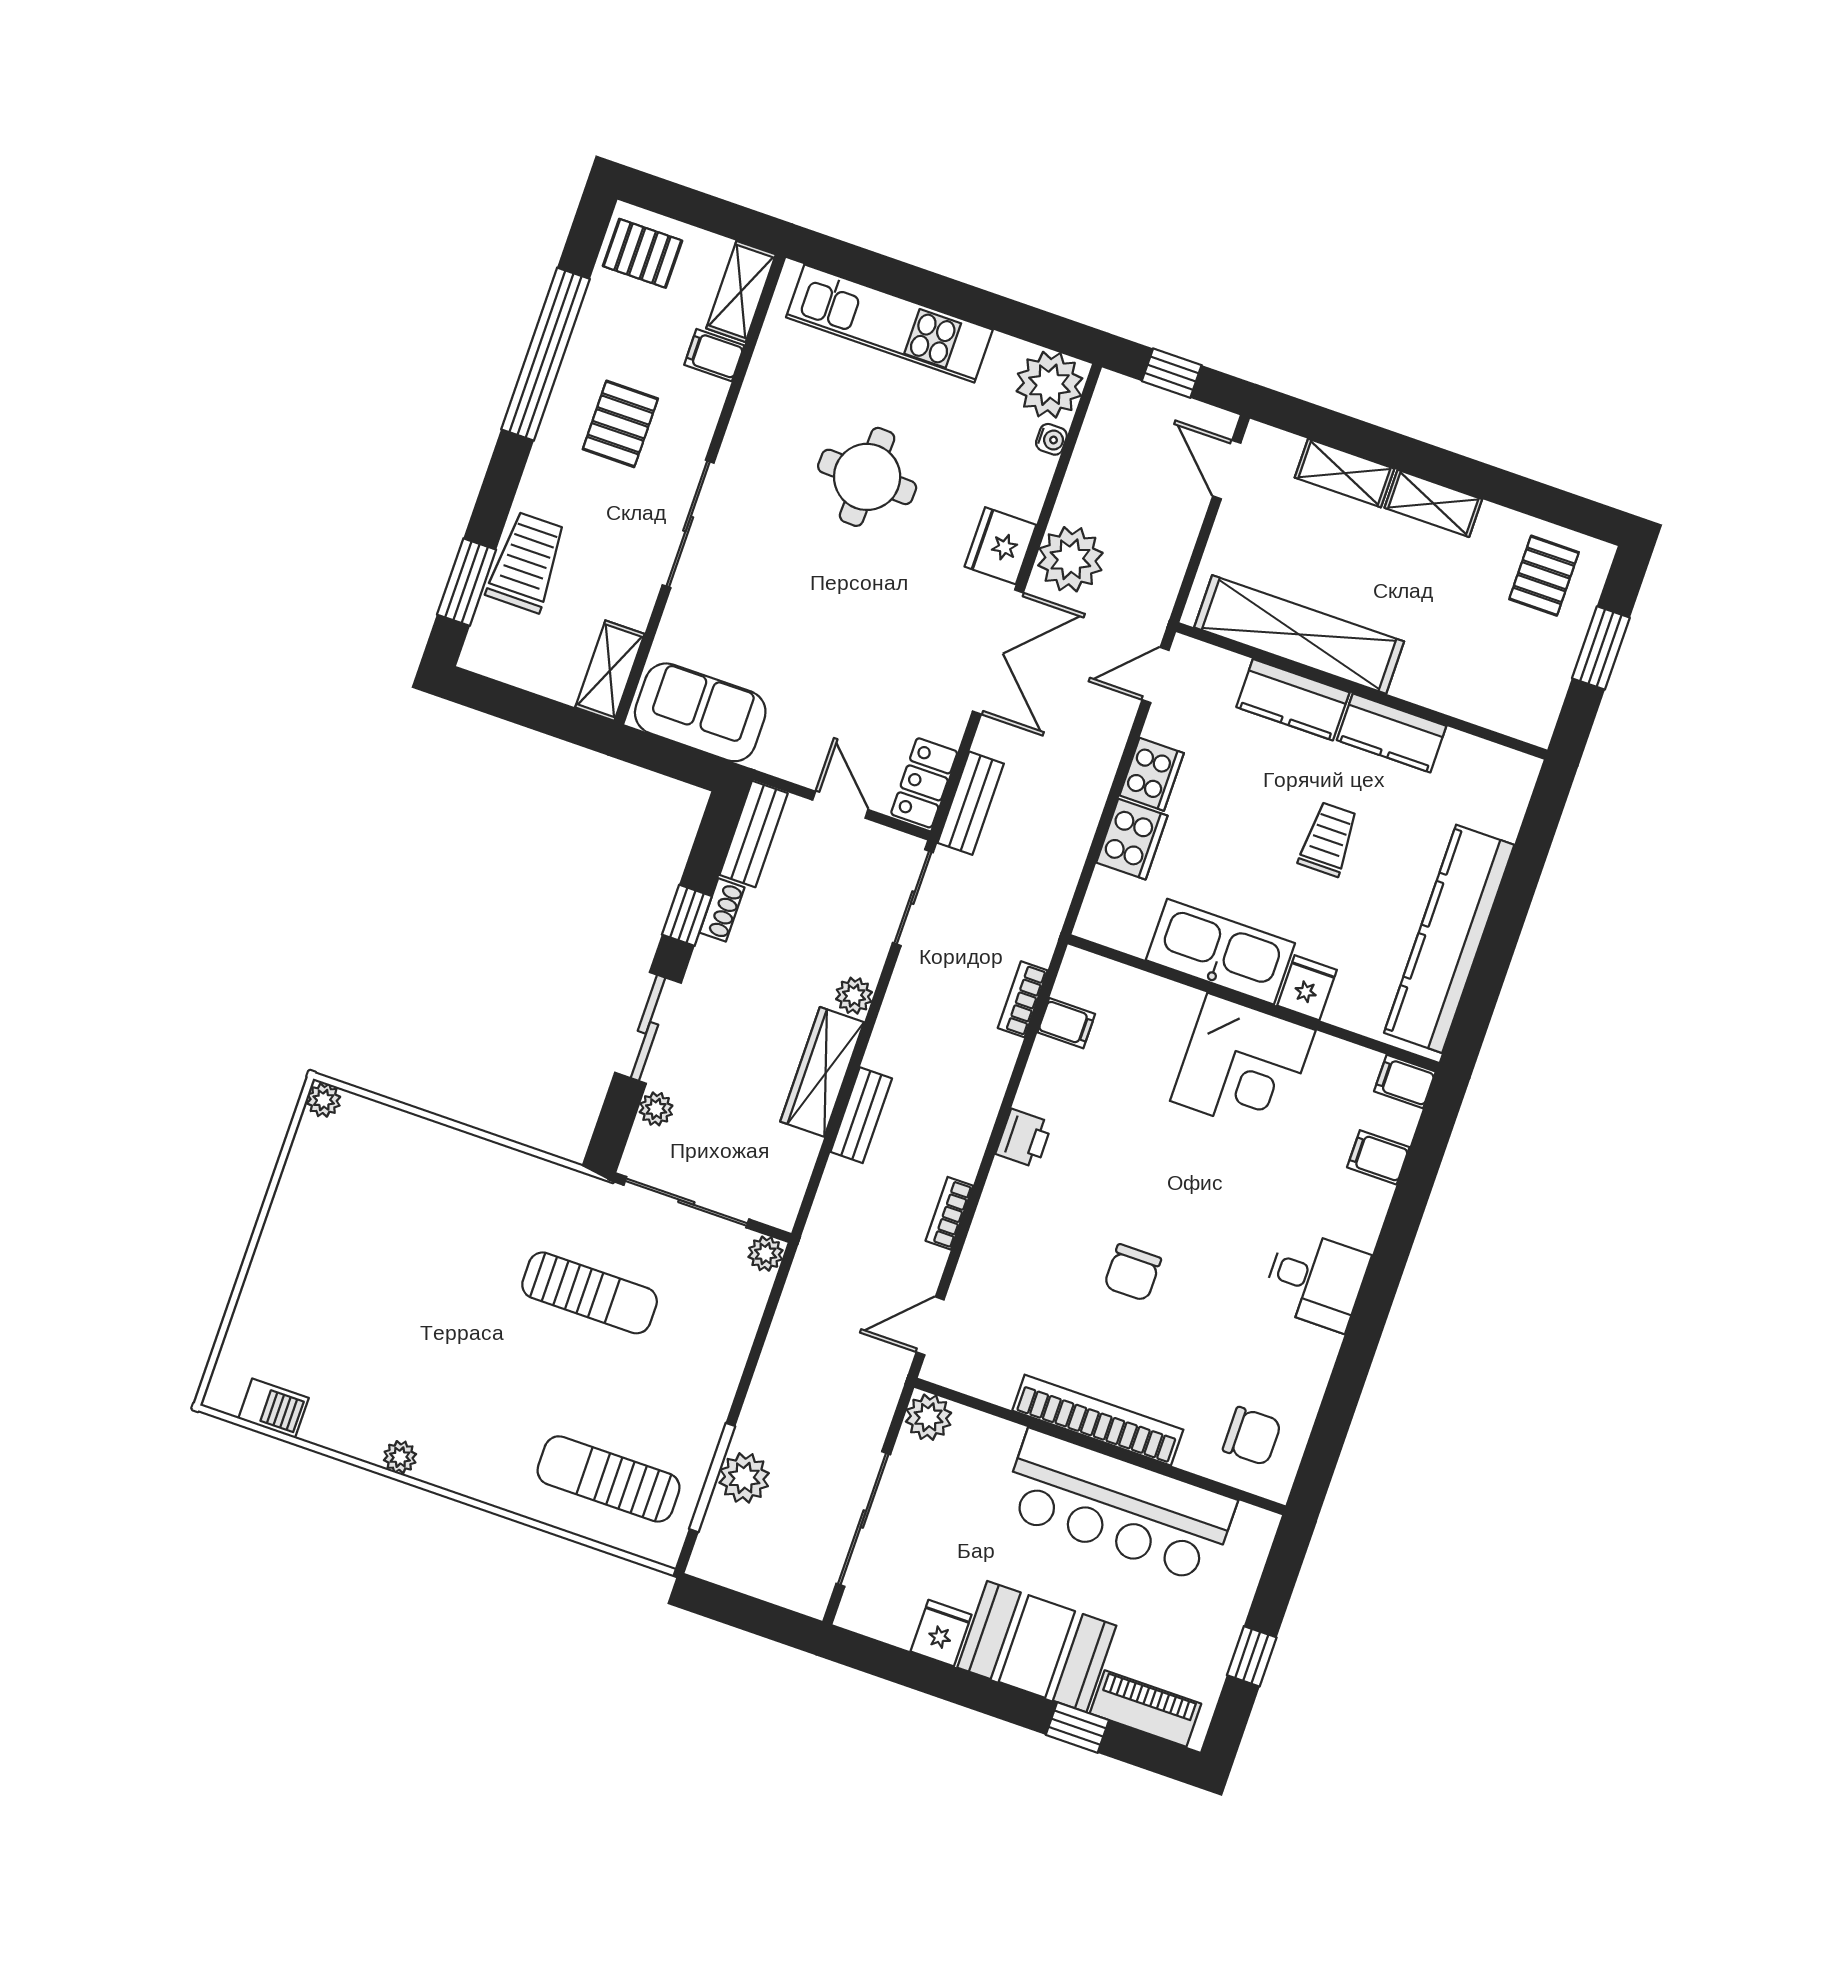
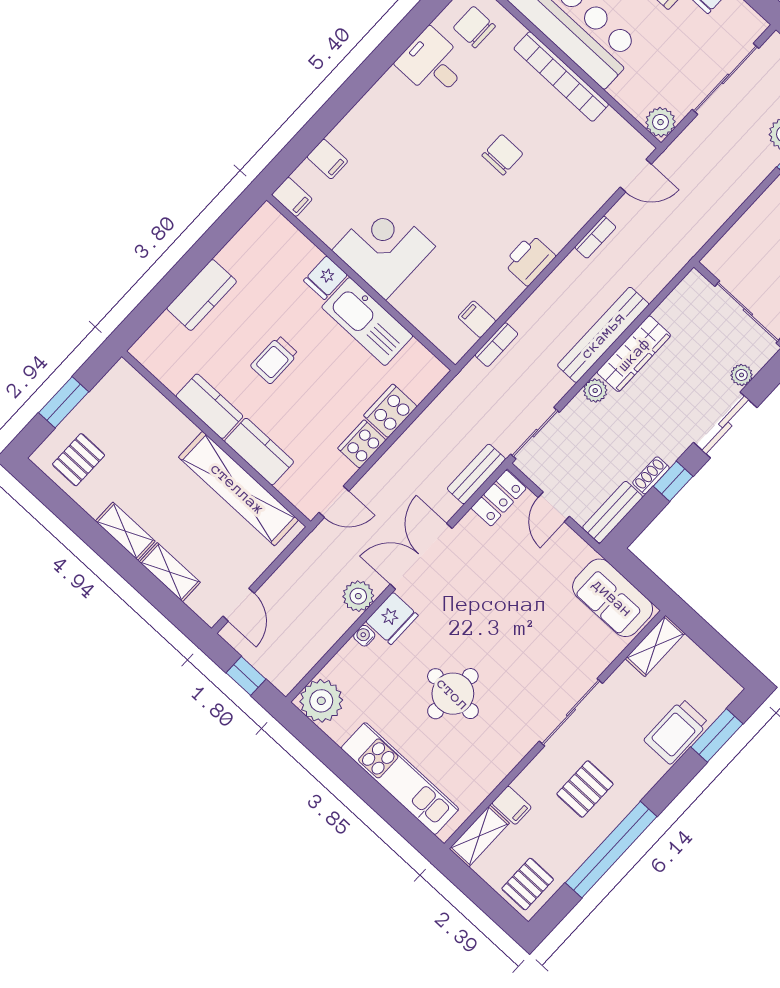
pallet: (642, 253) -> (528, 884), turned 90
water cooler: (1051, 439) -> (364, 636), moved
plant: (1070, 559) -> (358, 596), width x0.73, depth x0.73
kitchen counter: (1449, 939) -> (202, 295), width x0.48, depth x0.86
bench: (861, 1115) -> (603, 335), width x1.86, depth x1.21
printer: (1024, 1138) -> (529, 260), width x1.36, depth x1.24
plant: (766, 1254) -> (714, 261), removed
desk: (1316, 1280) -> (432, 64), moved

